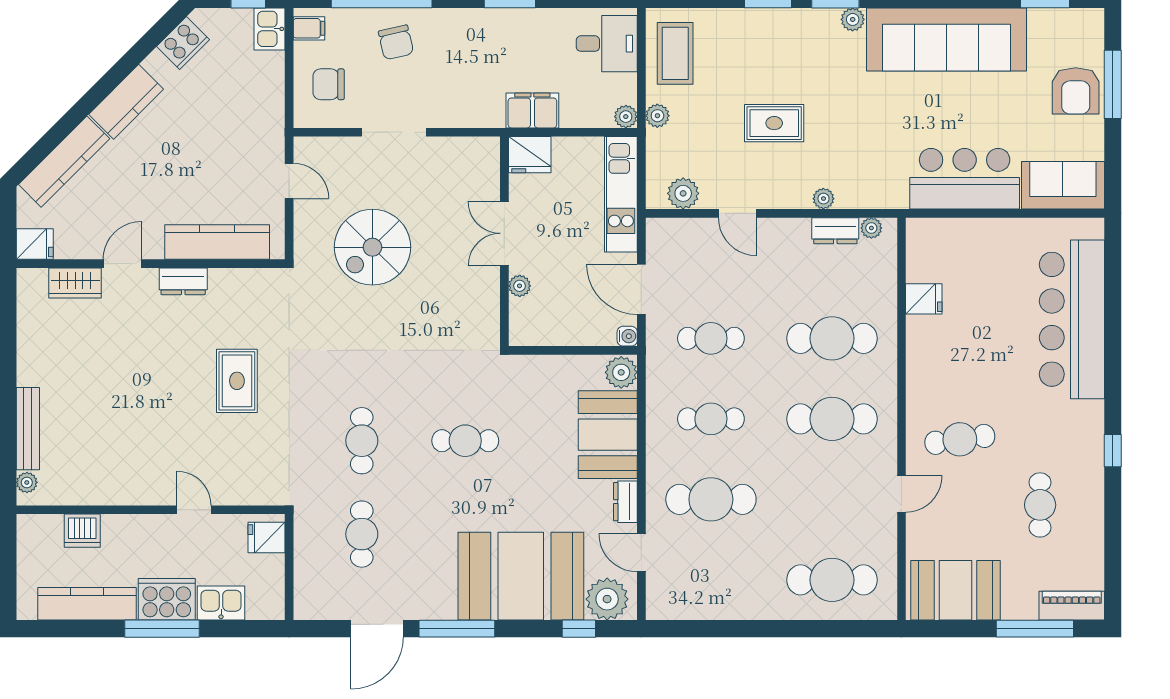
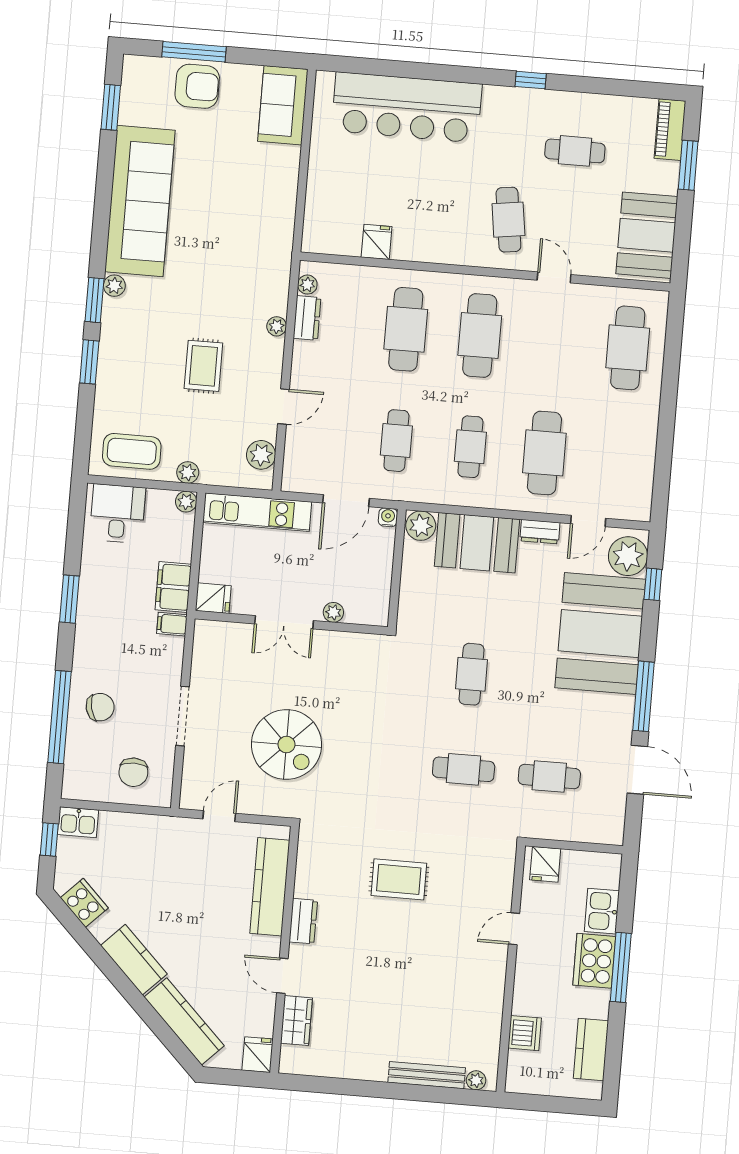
filing cabinet: (309, 28) -> (172, 624), moved, turned -90
fridge: (530, 155) -> (213, 598), width x0.72
bar counter: (965, 179) -> (269, 195), removed
kitchen counter: (87, 604) -> (591, 1049), width x0.67
window: (1035, 629) -> (688, 165), width x0.69

